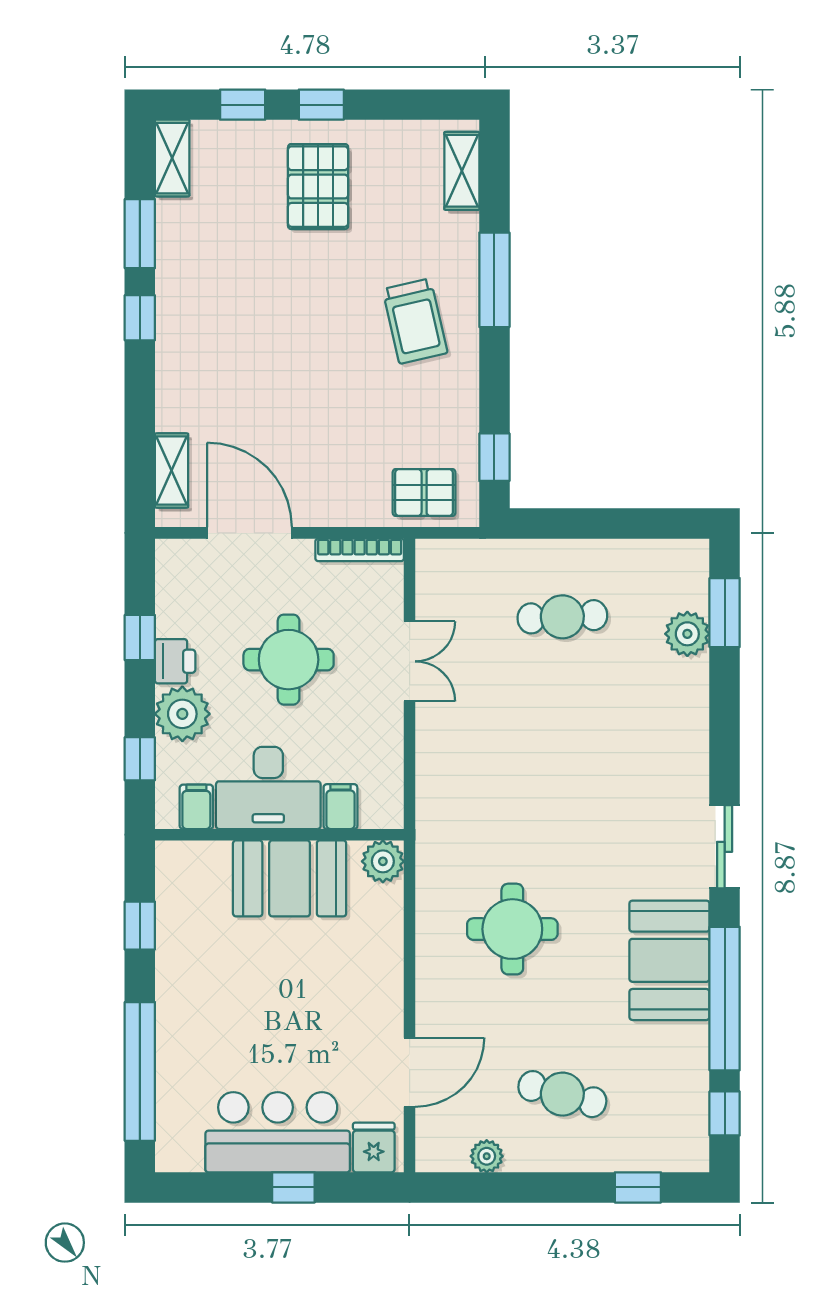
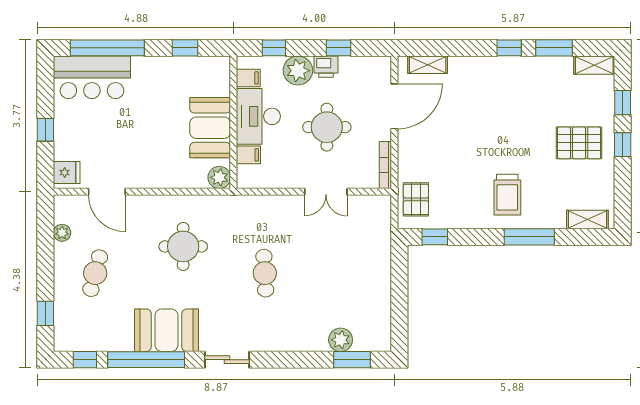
trolley: (415, 321) -> (507, 195), turned -77
cafe table: (562, 617) -> (265, 273), moved
bar counter: (278, 1132) -> (92, 77), moved, turned 90

